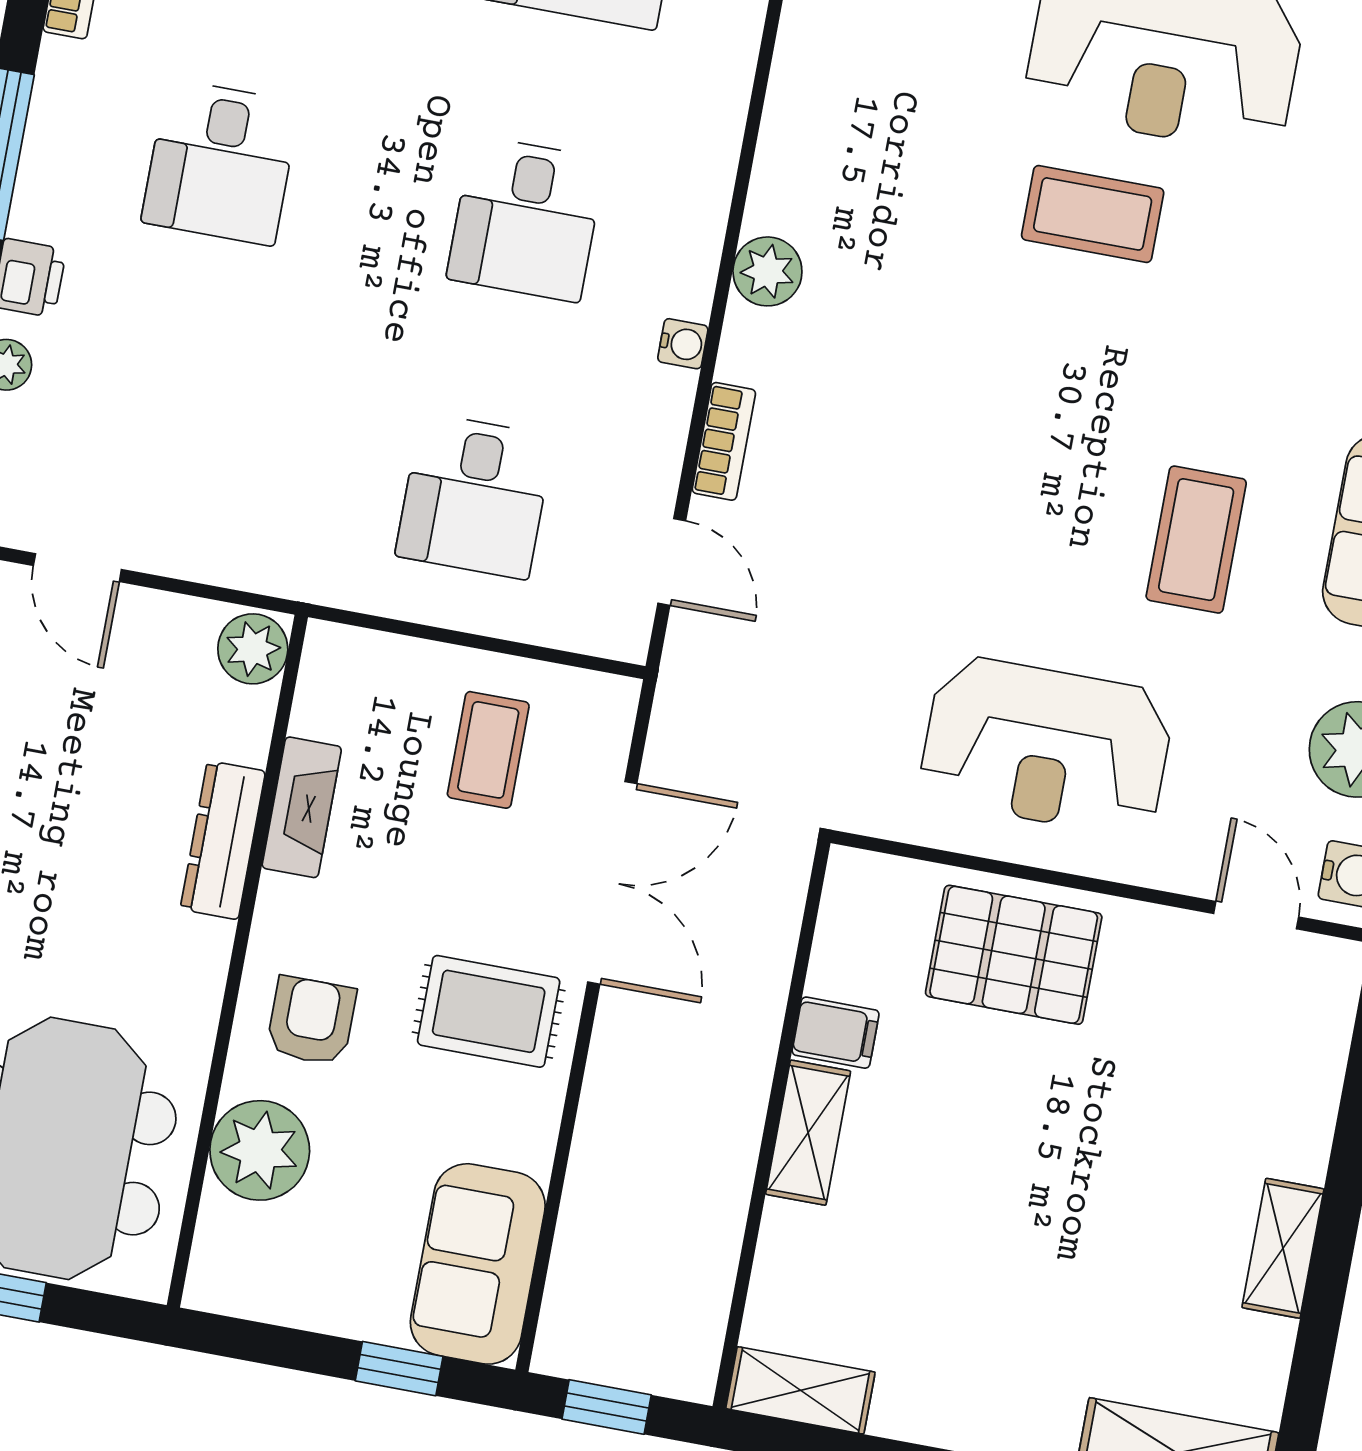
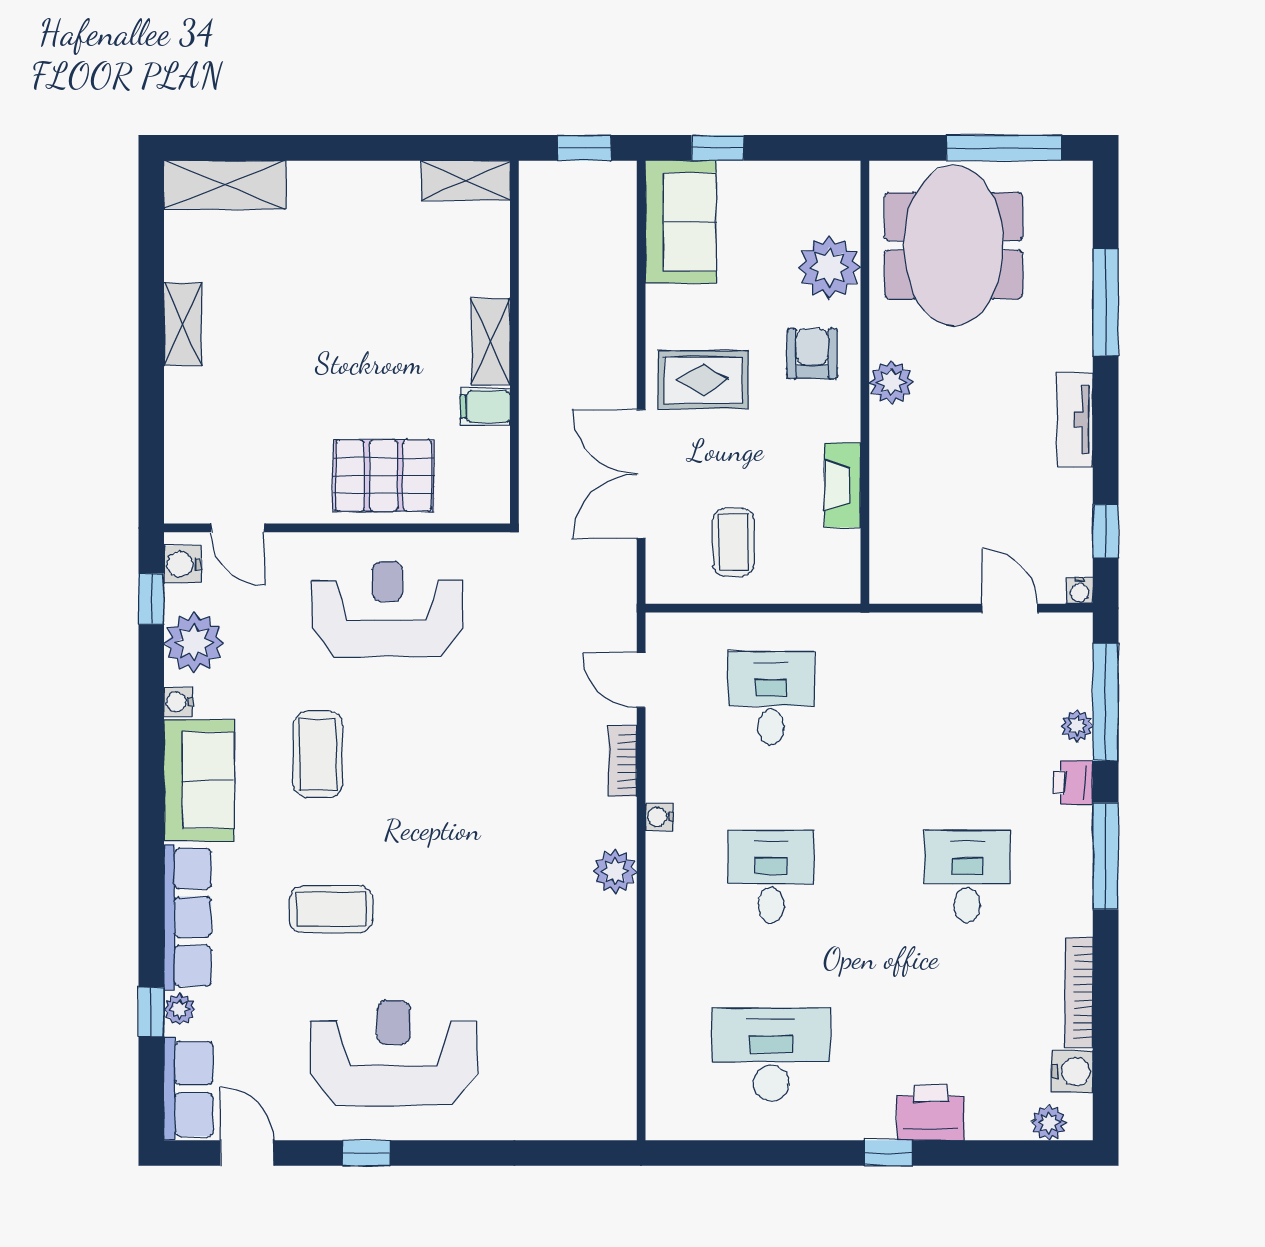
coffee table: (1093, 214) -> (331, 909), moved
plant: (253, 649) -> (891, 382), moved
dresser: (223, 840) -> (888, 456), removed
armchair: (311, 1021) -> (812, 354), turned 180

